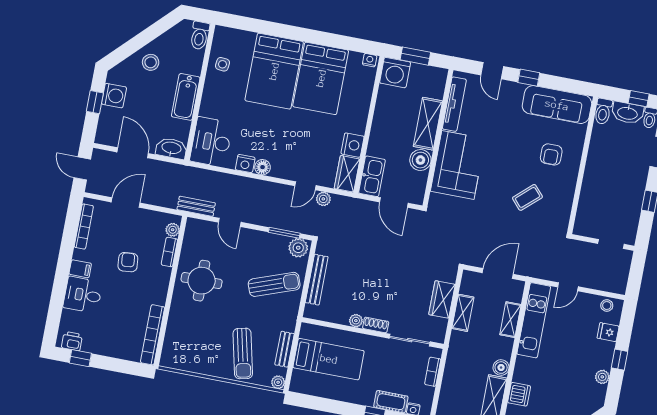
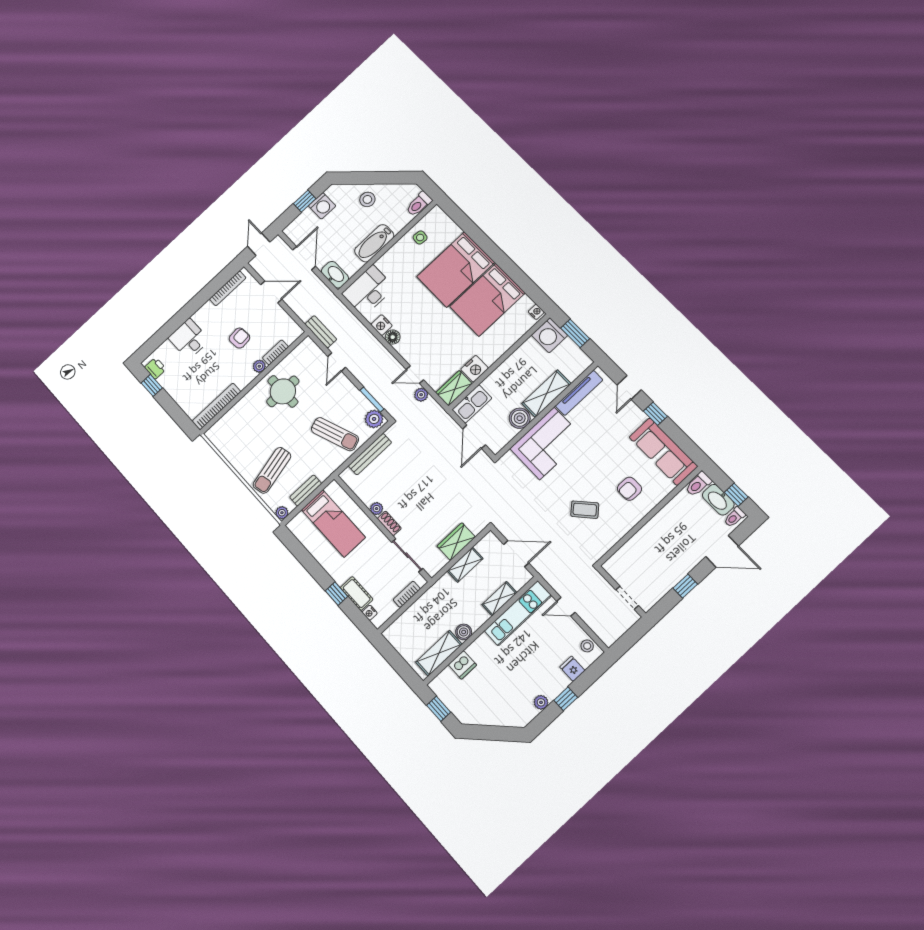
plant: (173, 230) -> (259, 366), moved
filing cabinet: (80, 269) -> (202, 318), removed

